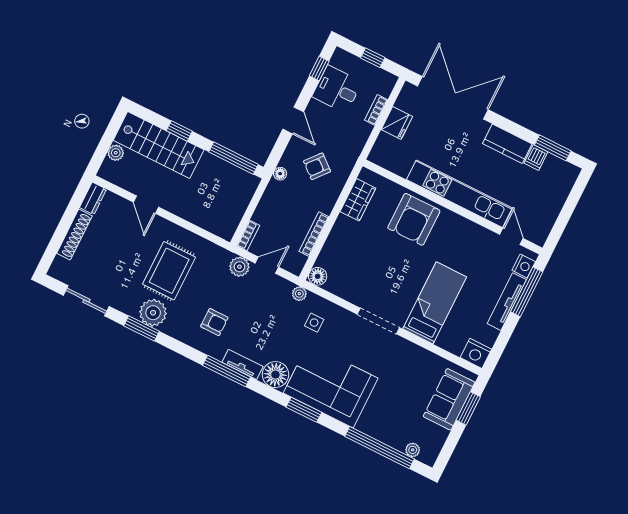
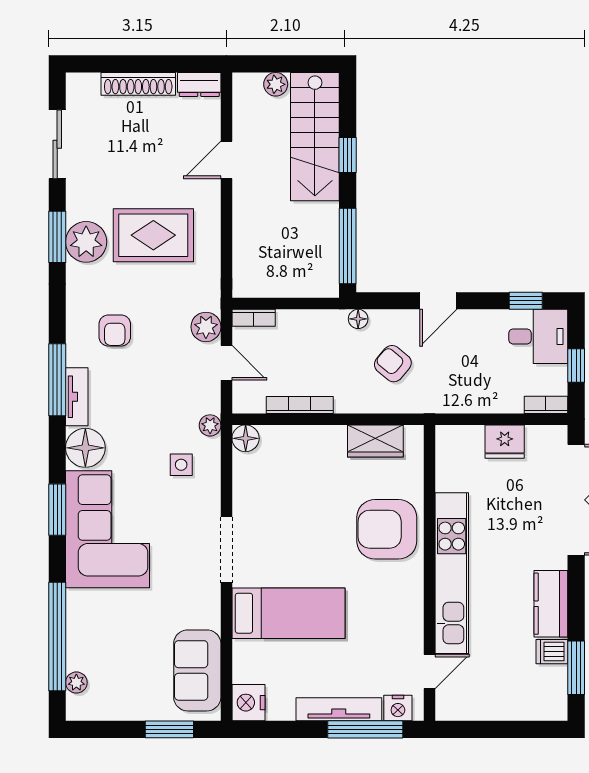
desk: (337, 89) -> (538, 336), moved, turned 90
bookcase: (376, 110) -> (546, 405), moved
sofa: (449, 399) -> (197, 670), moved, turned -90

